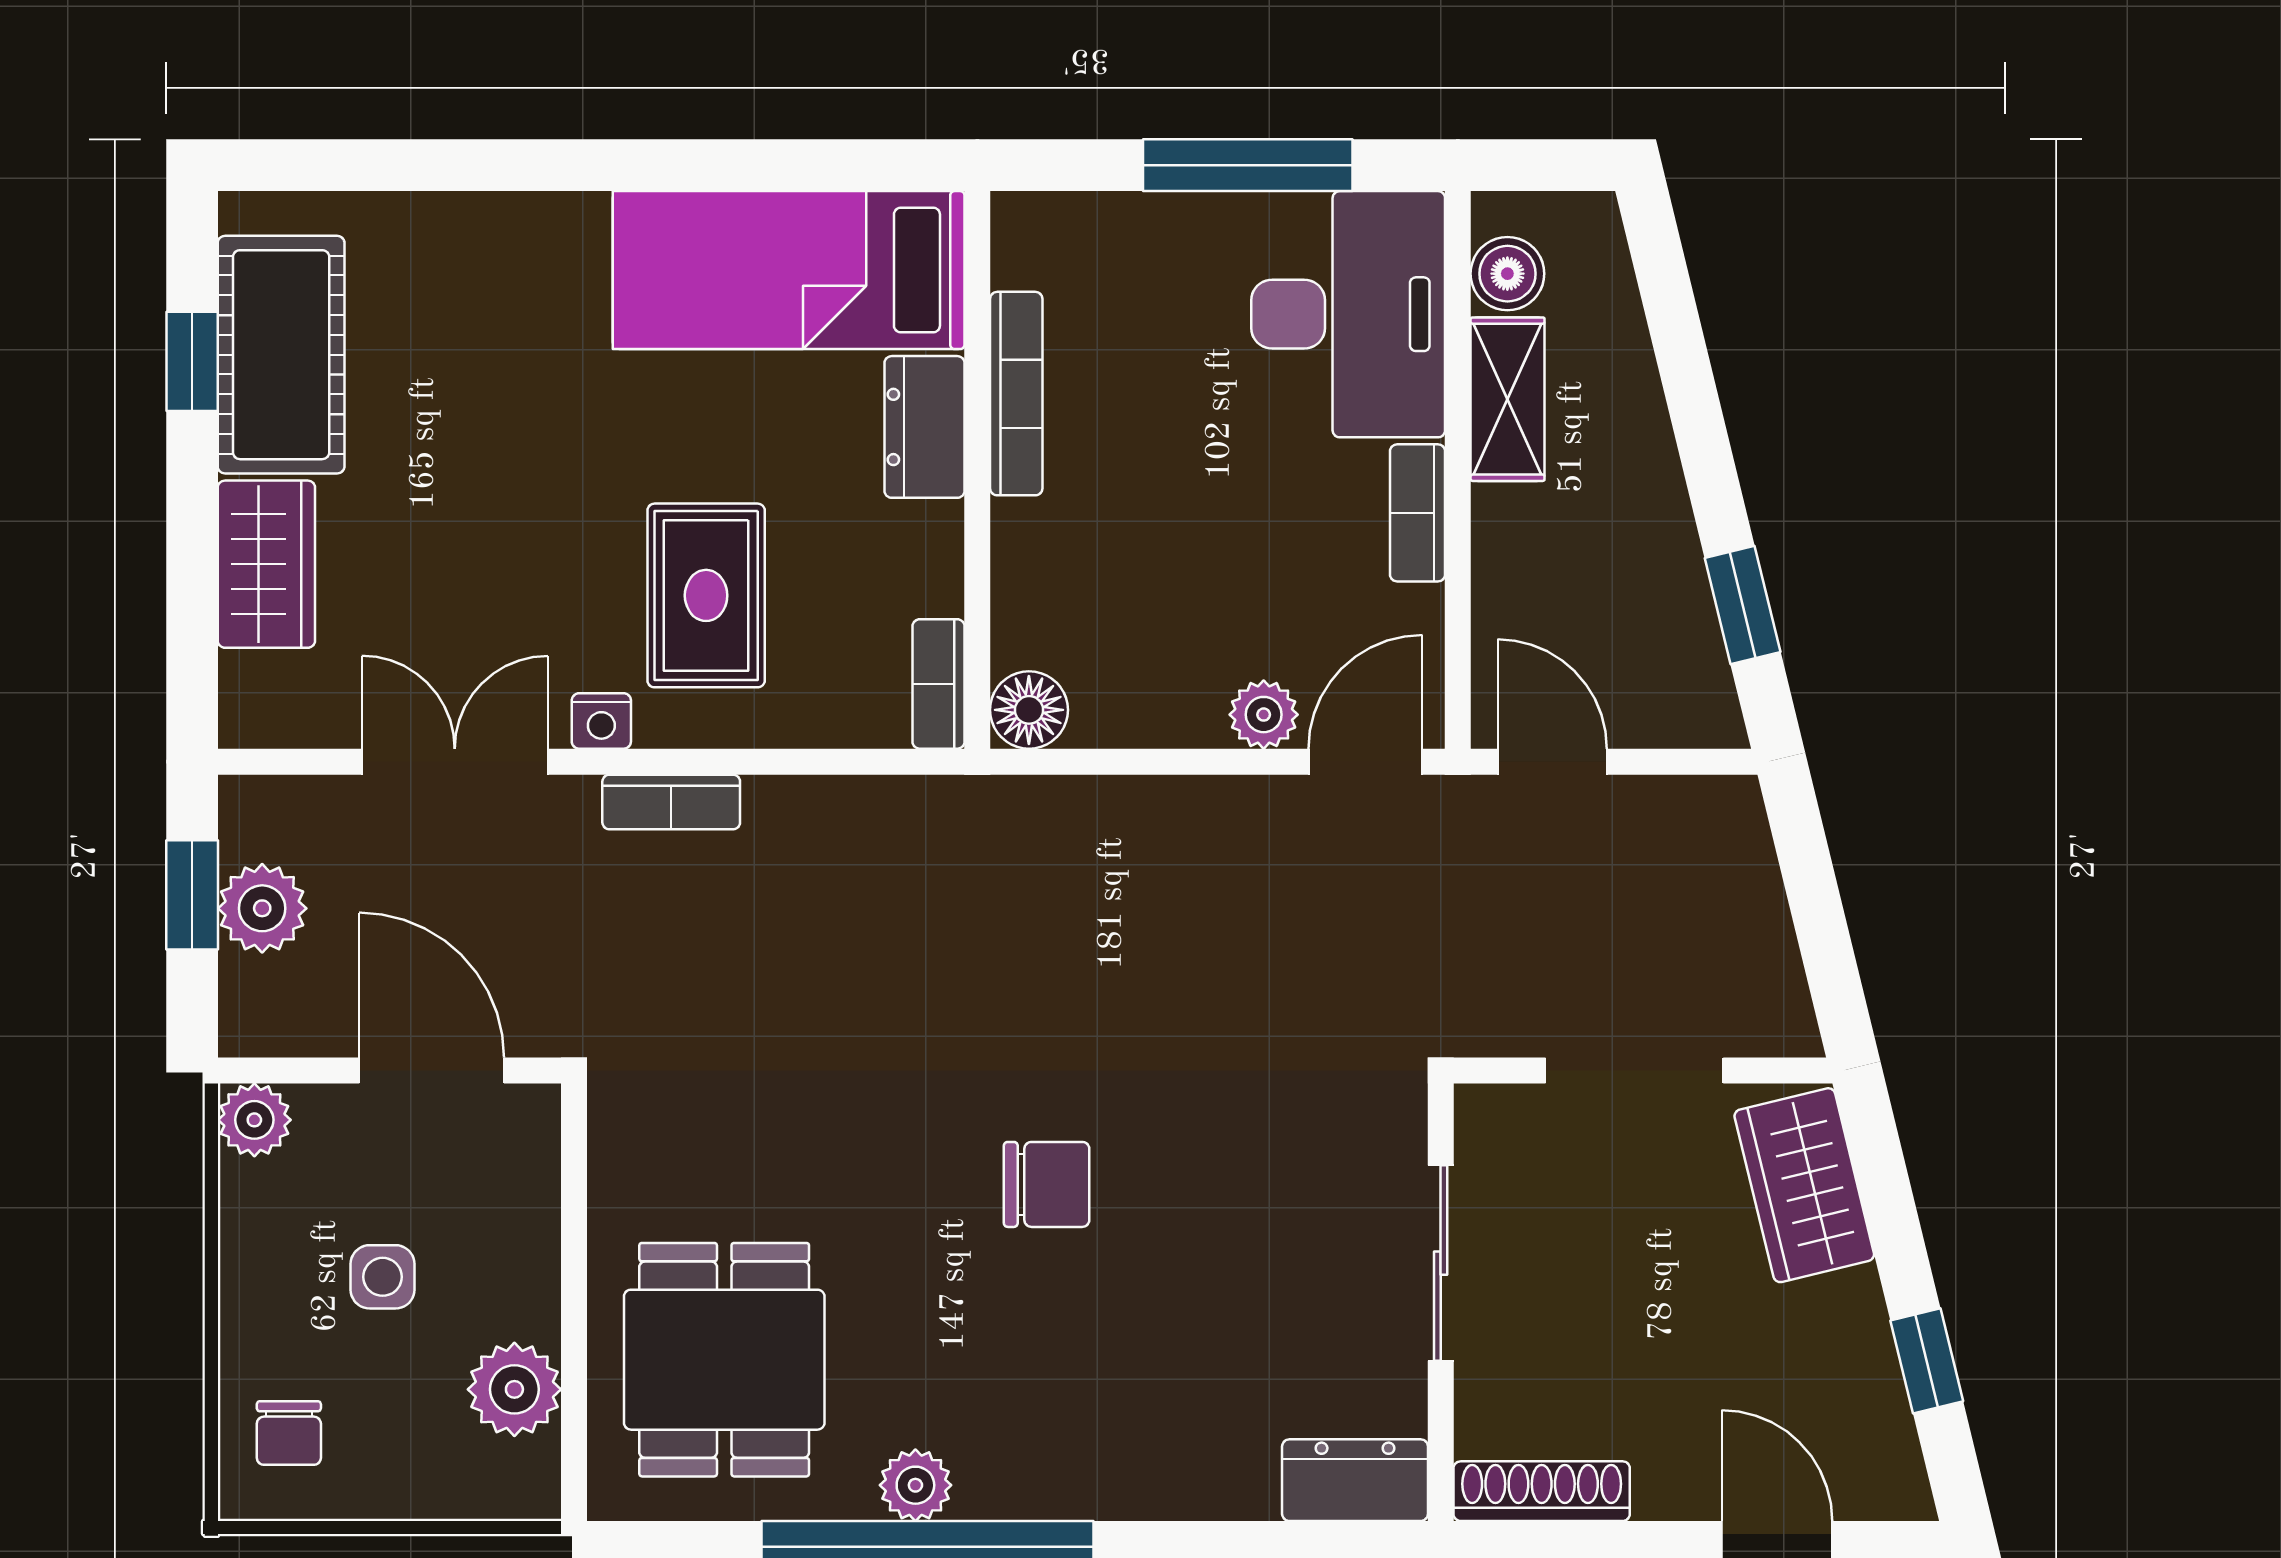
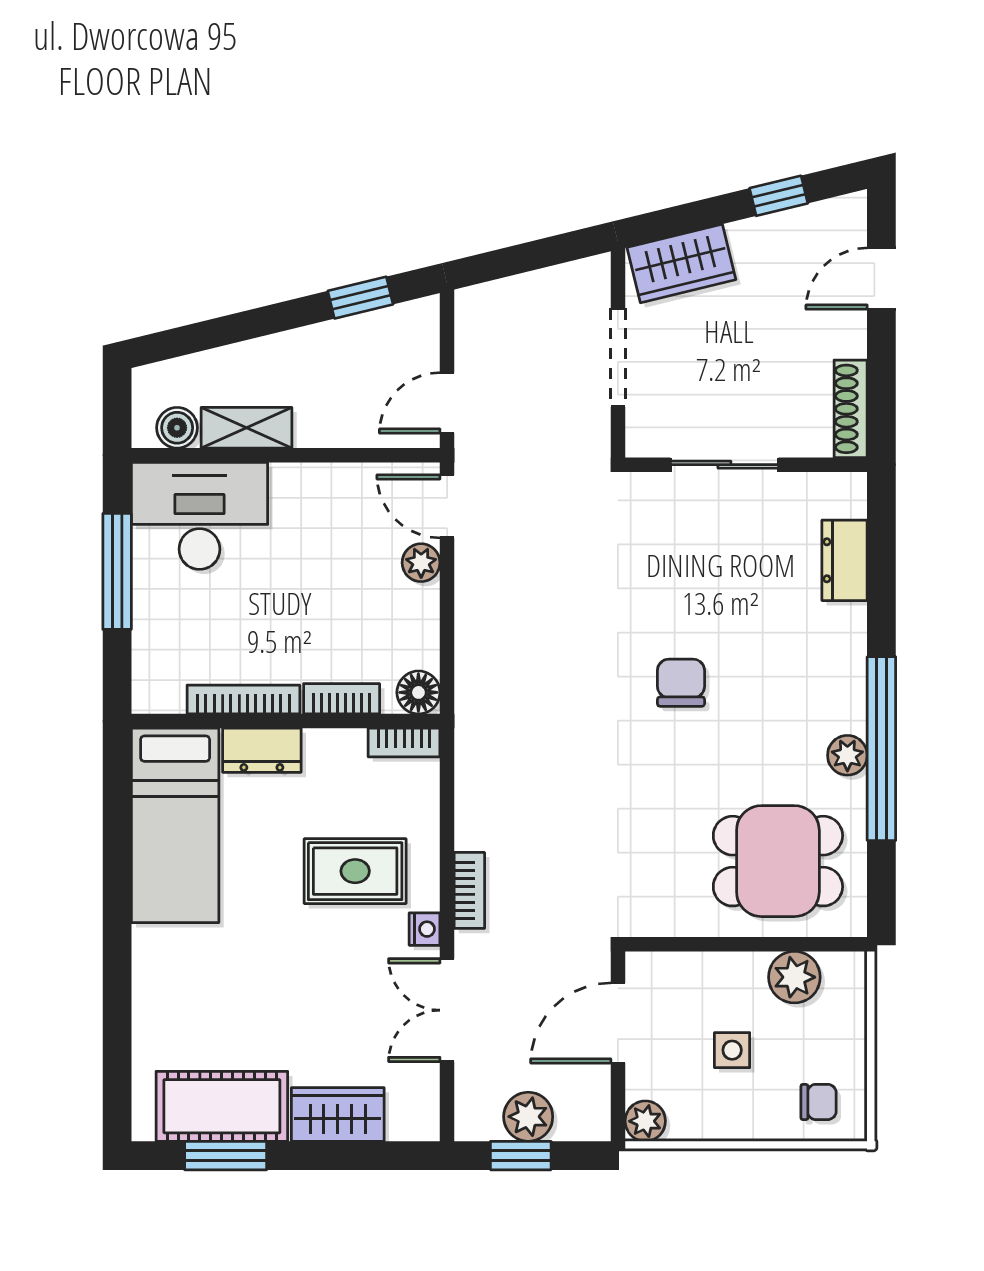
window: (192, 361) -> (226, 1156), width x1.50
bookcase: (1418, 513) -> (342, 699), moved, turned 180
dresser: (1355, 1480) -> (845, 560), moved

